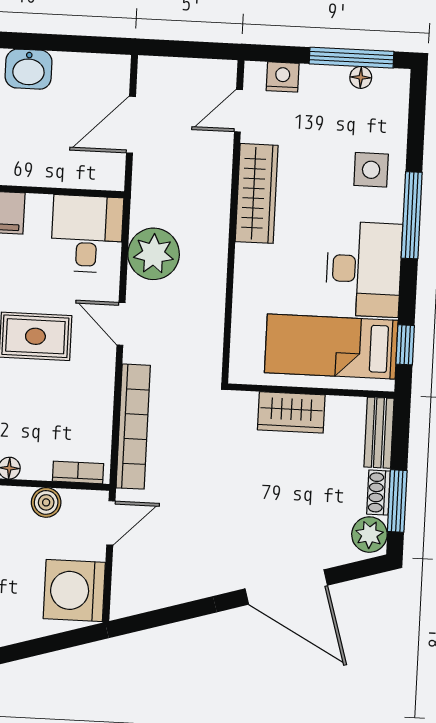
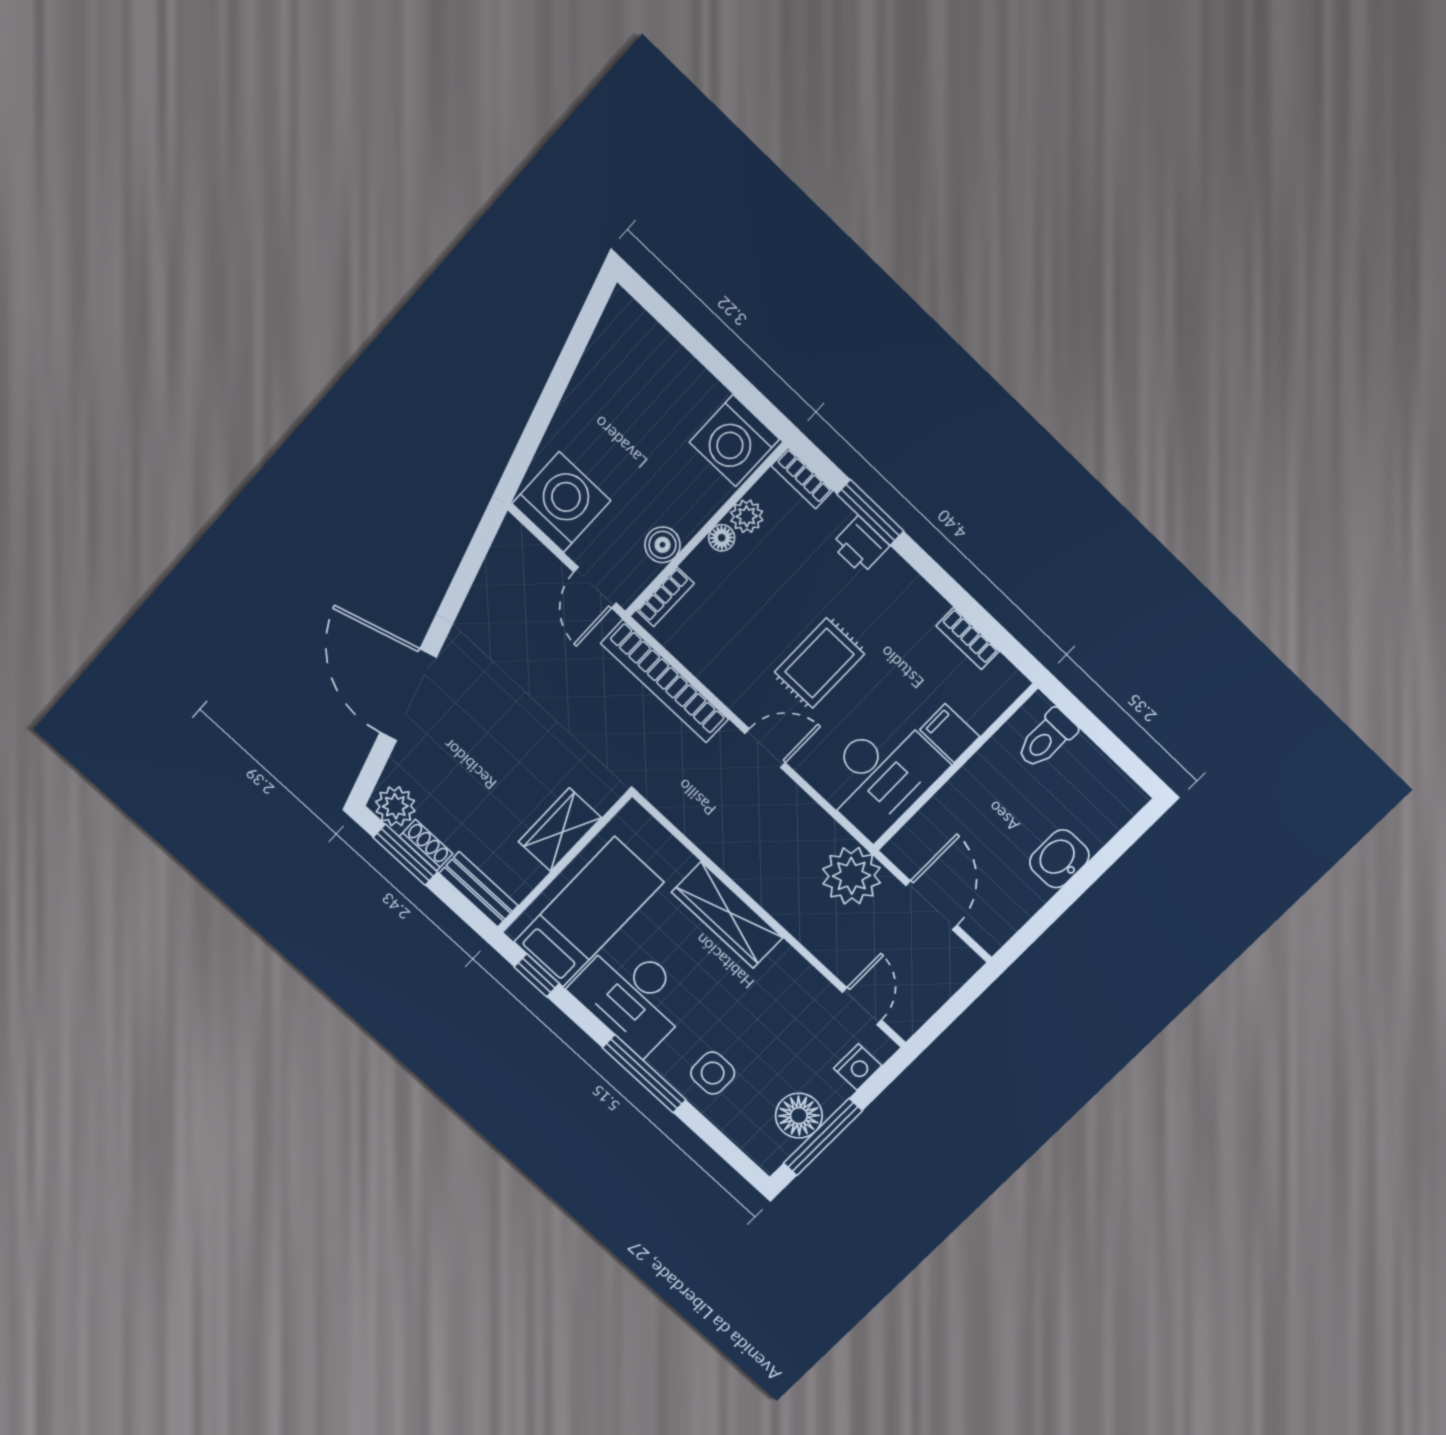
floor lamp: (361, 77) -> (799, 1116), width x1.89, depth x1.89
wardrobe: (257, 193) -> (727, 915), moved
desk: (87, 234) -> (881, 775), width x1.37
plant: (154, 254) -> (852, 876), moved
door: (286, 587) -> (408, 695), hinge flipped

